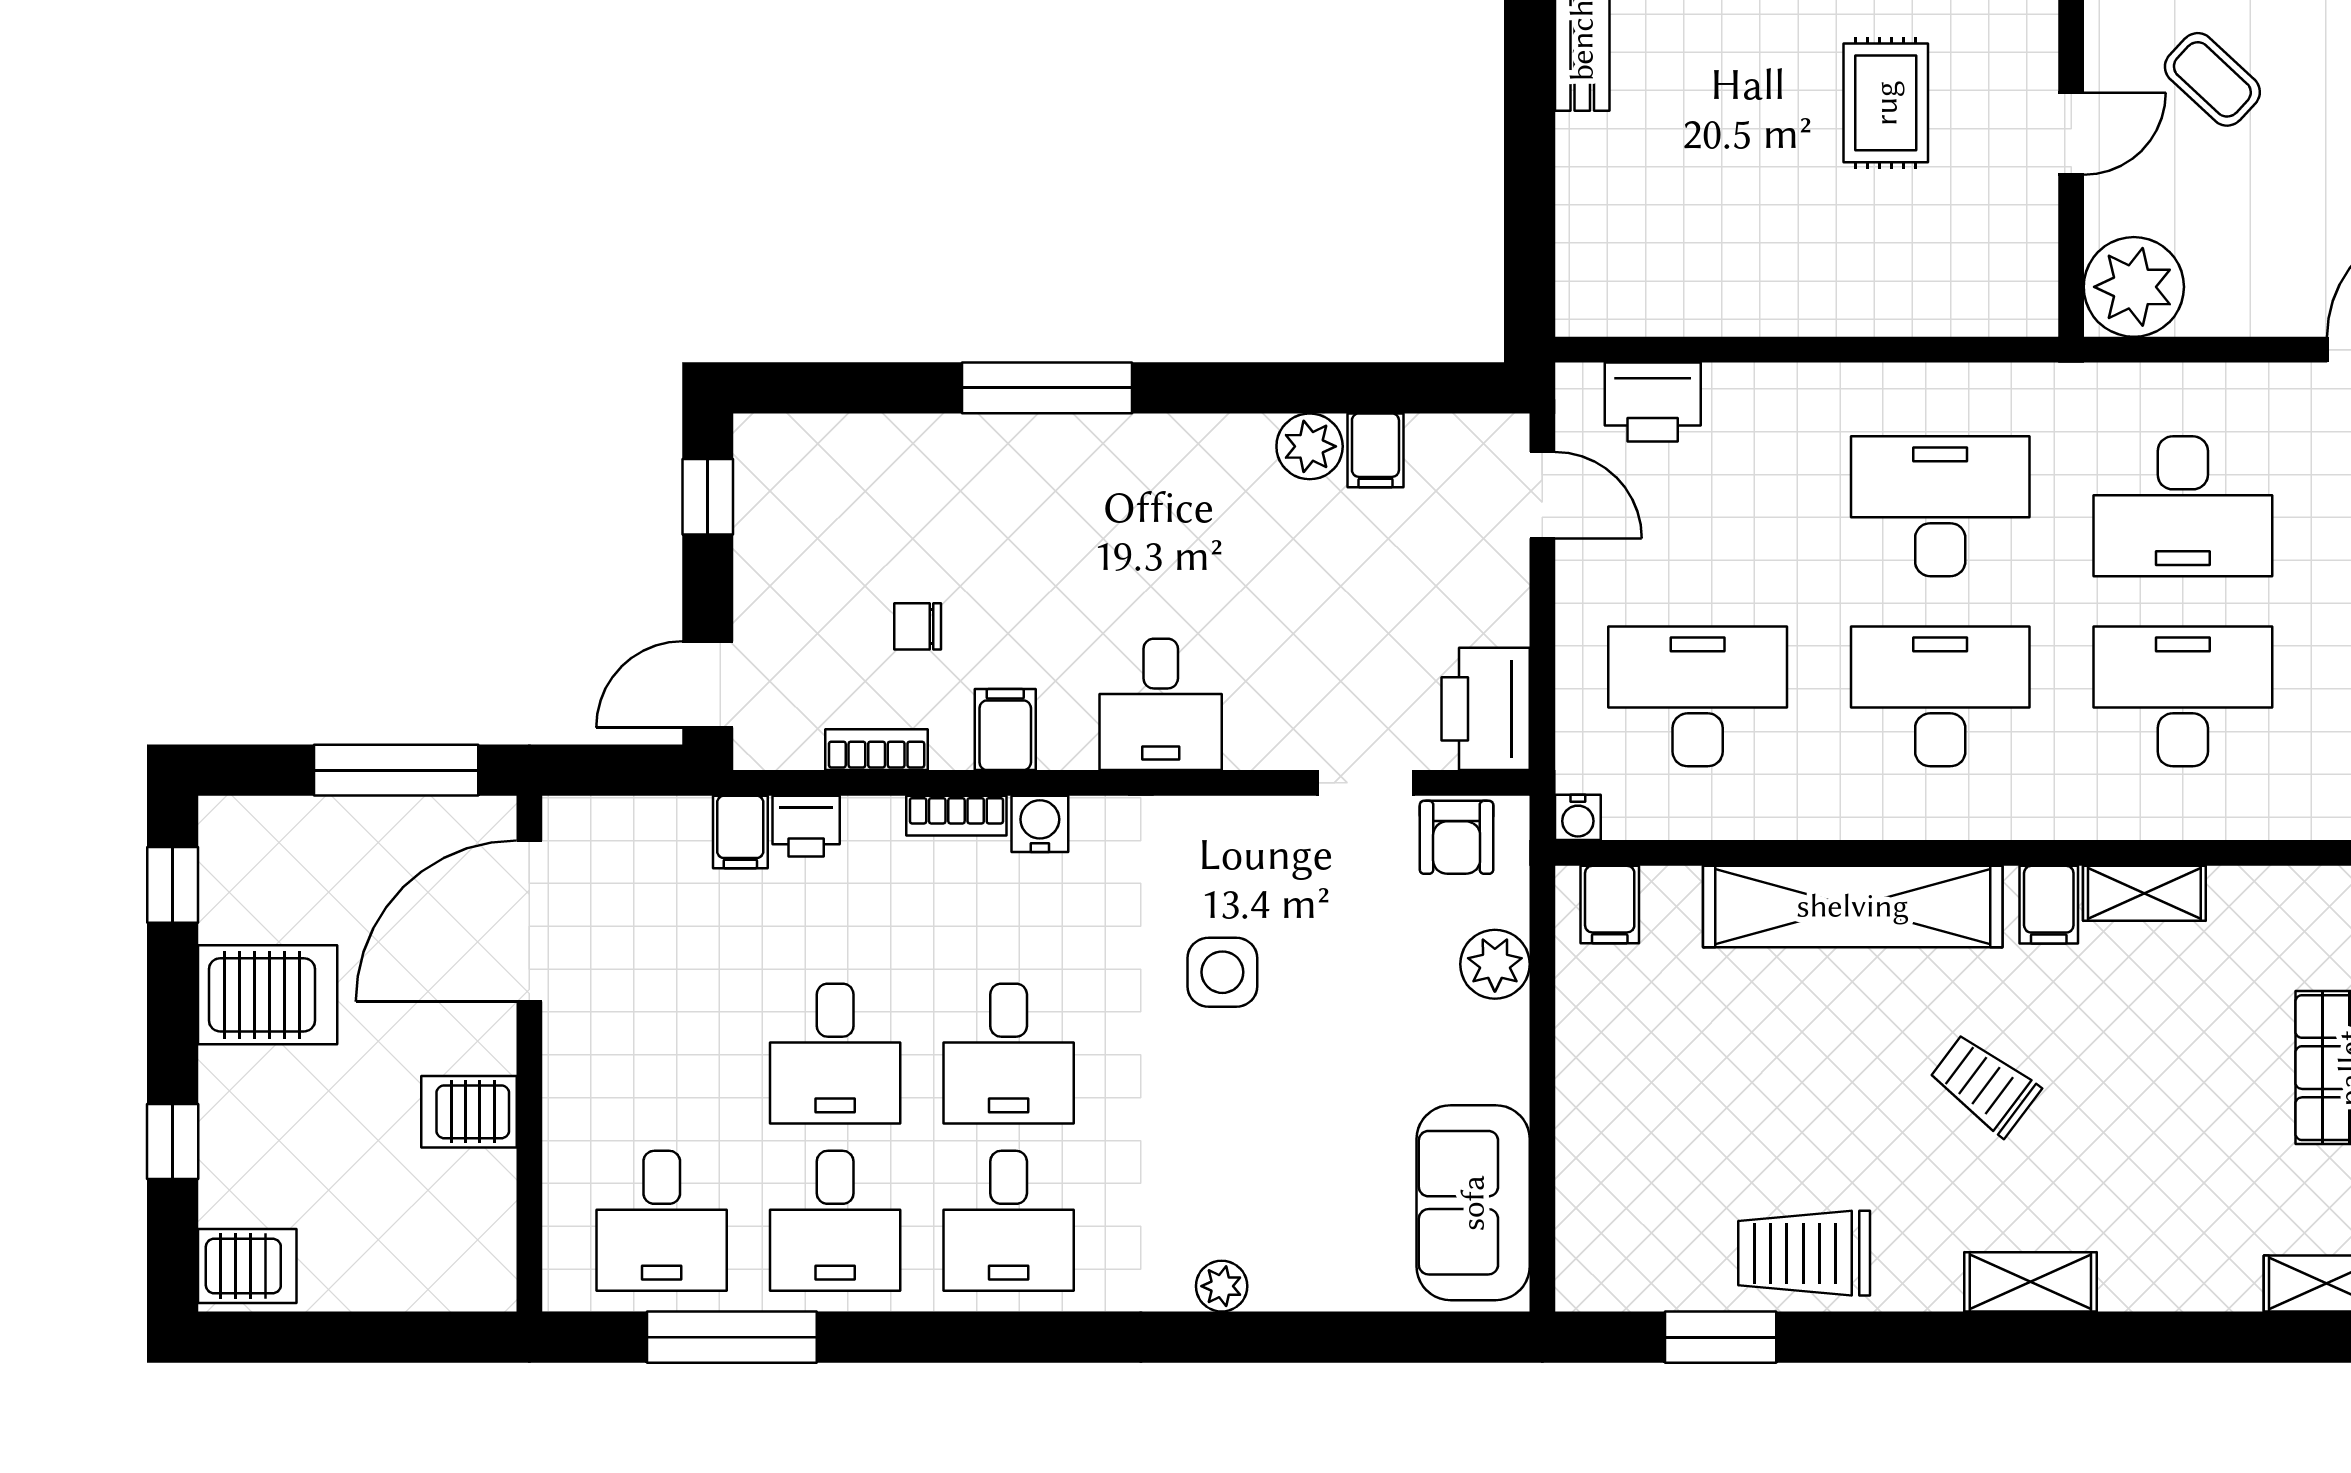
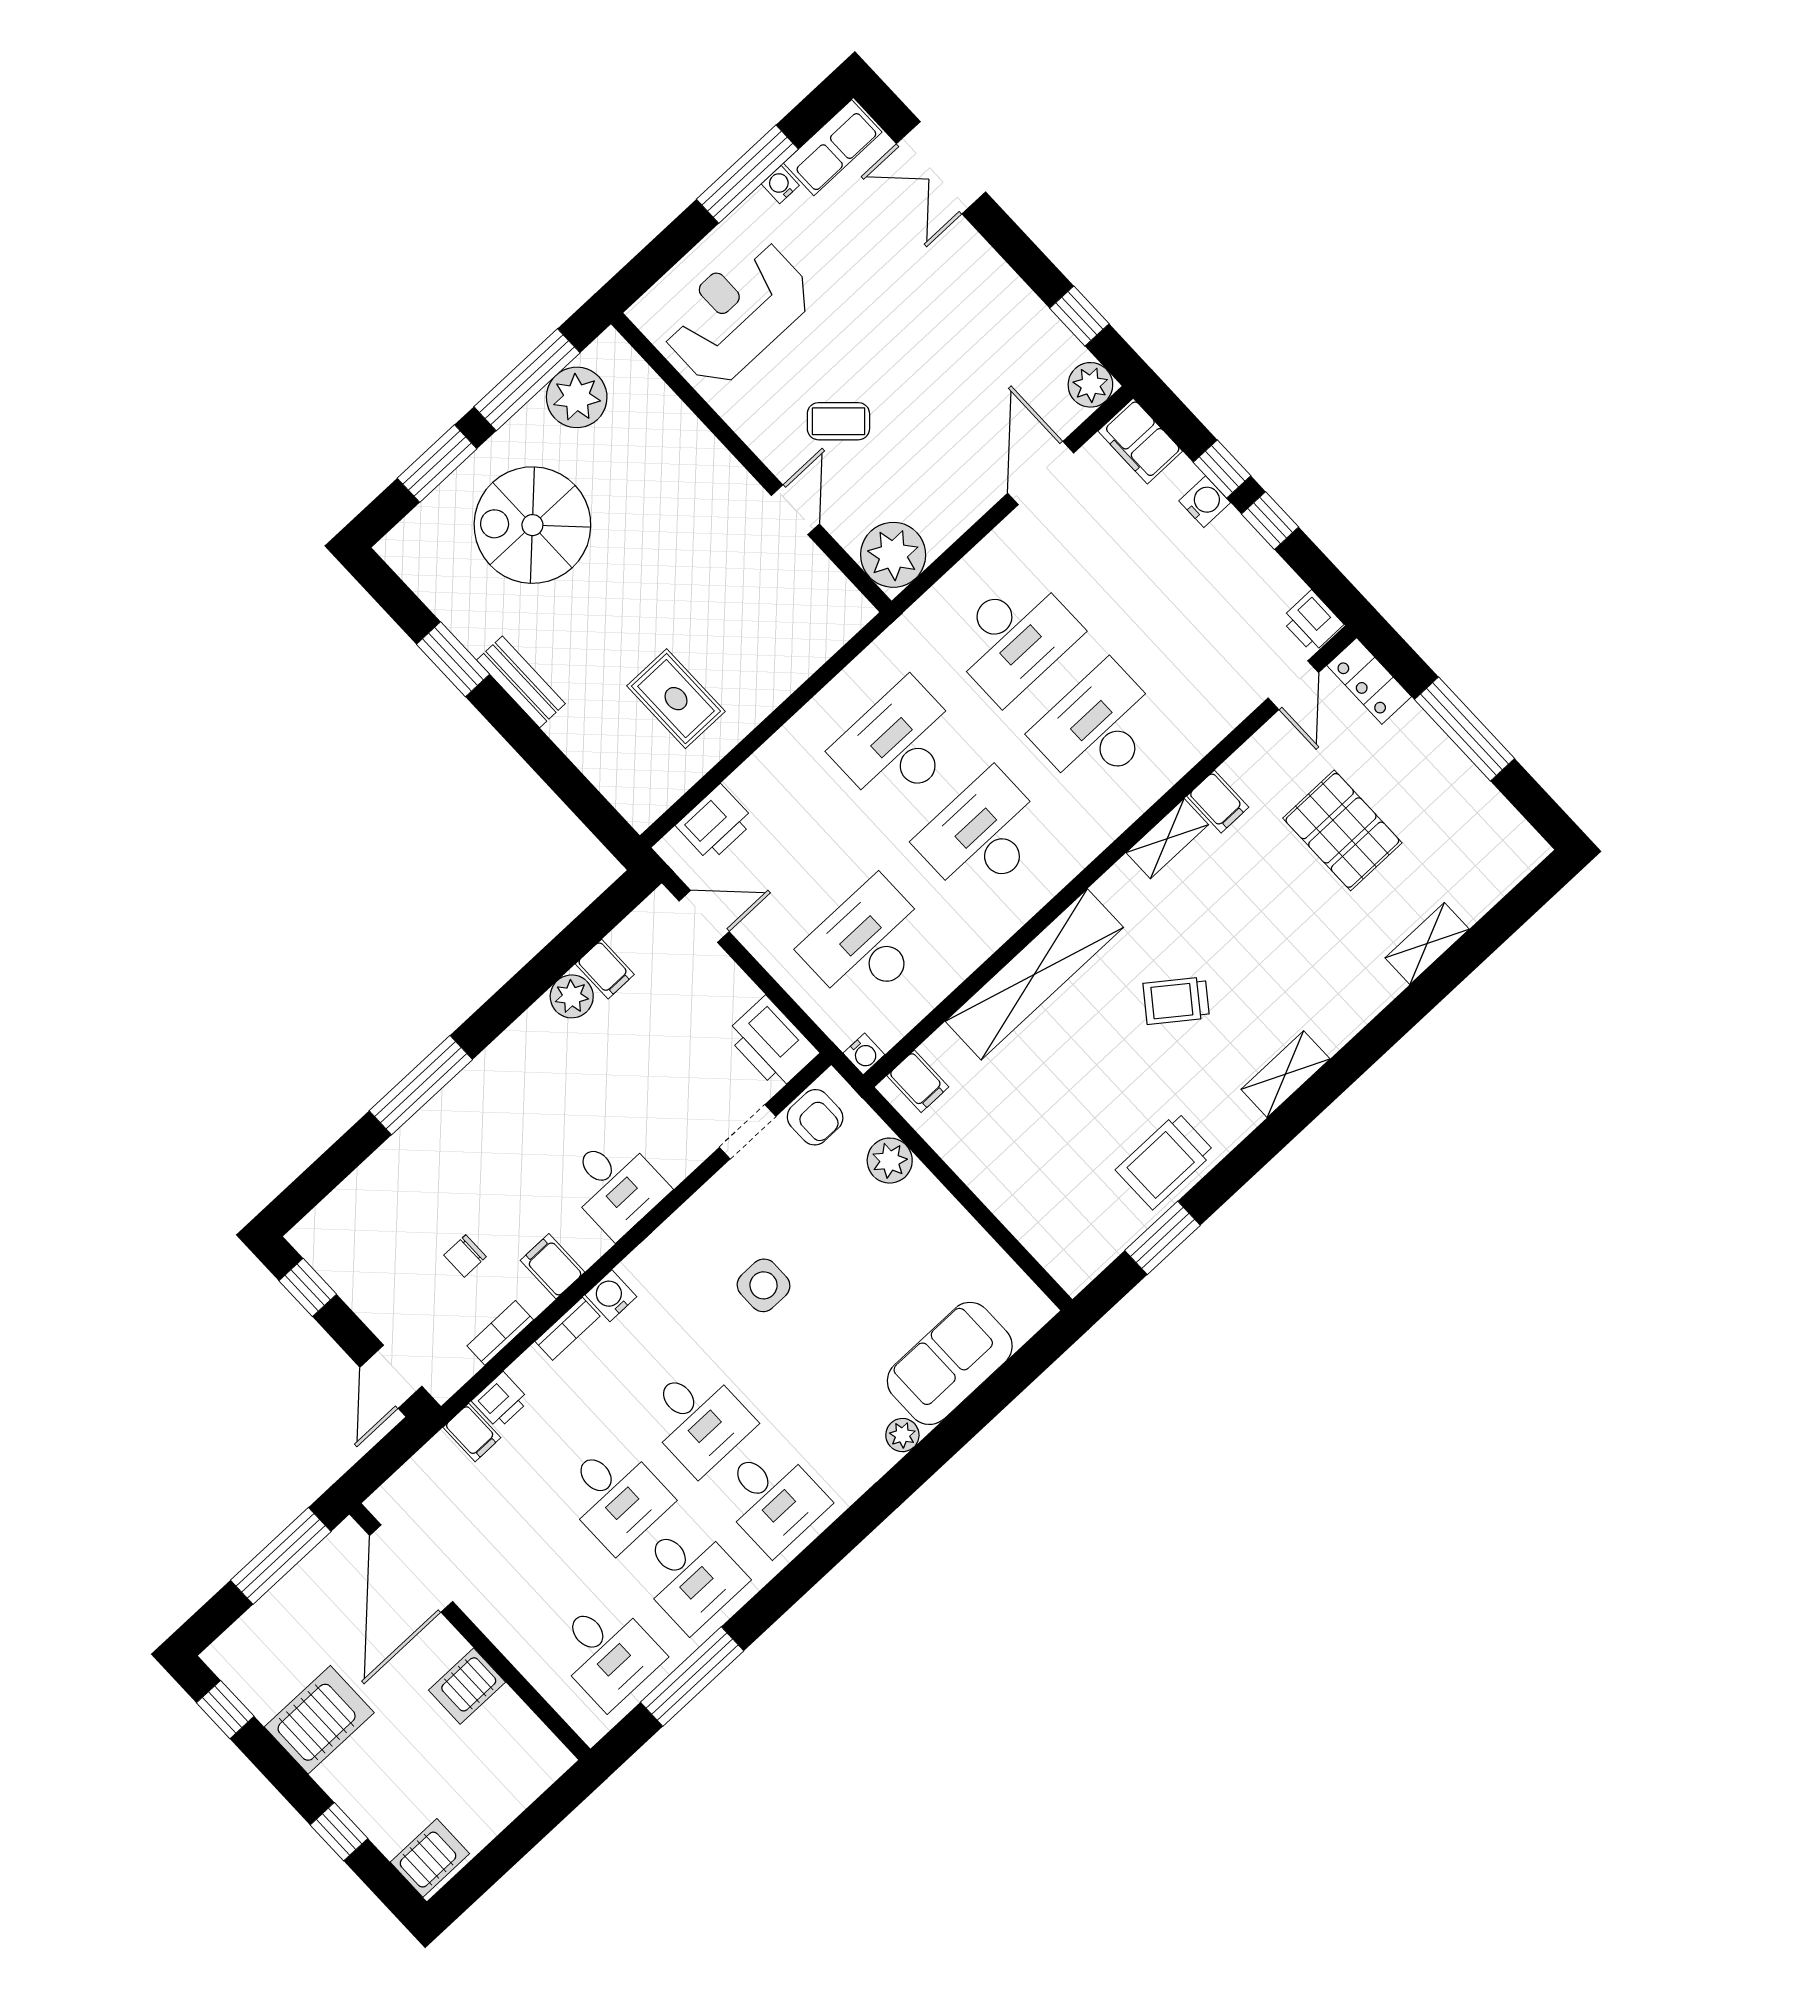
rug: (1886, 103) -> (676, 699), moved
filing cabinet: (2049, 905) -> (1218, 802), moved
sofa: (1473, 1203) -> (950, 1363), moved, turned 90

